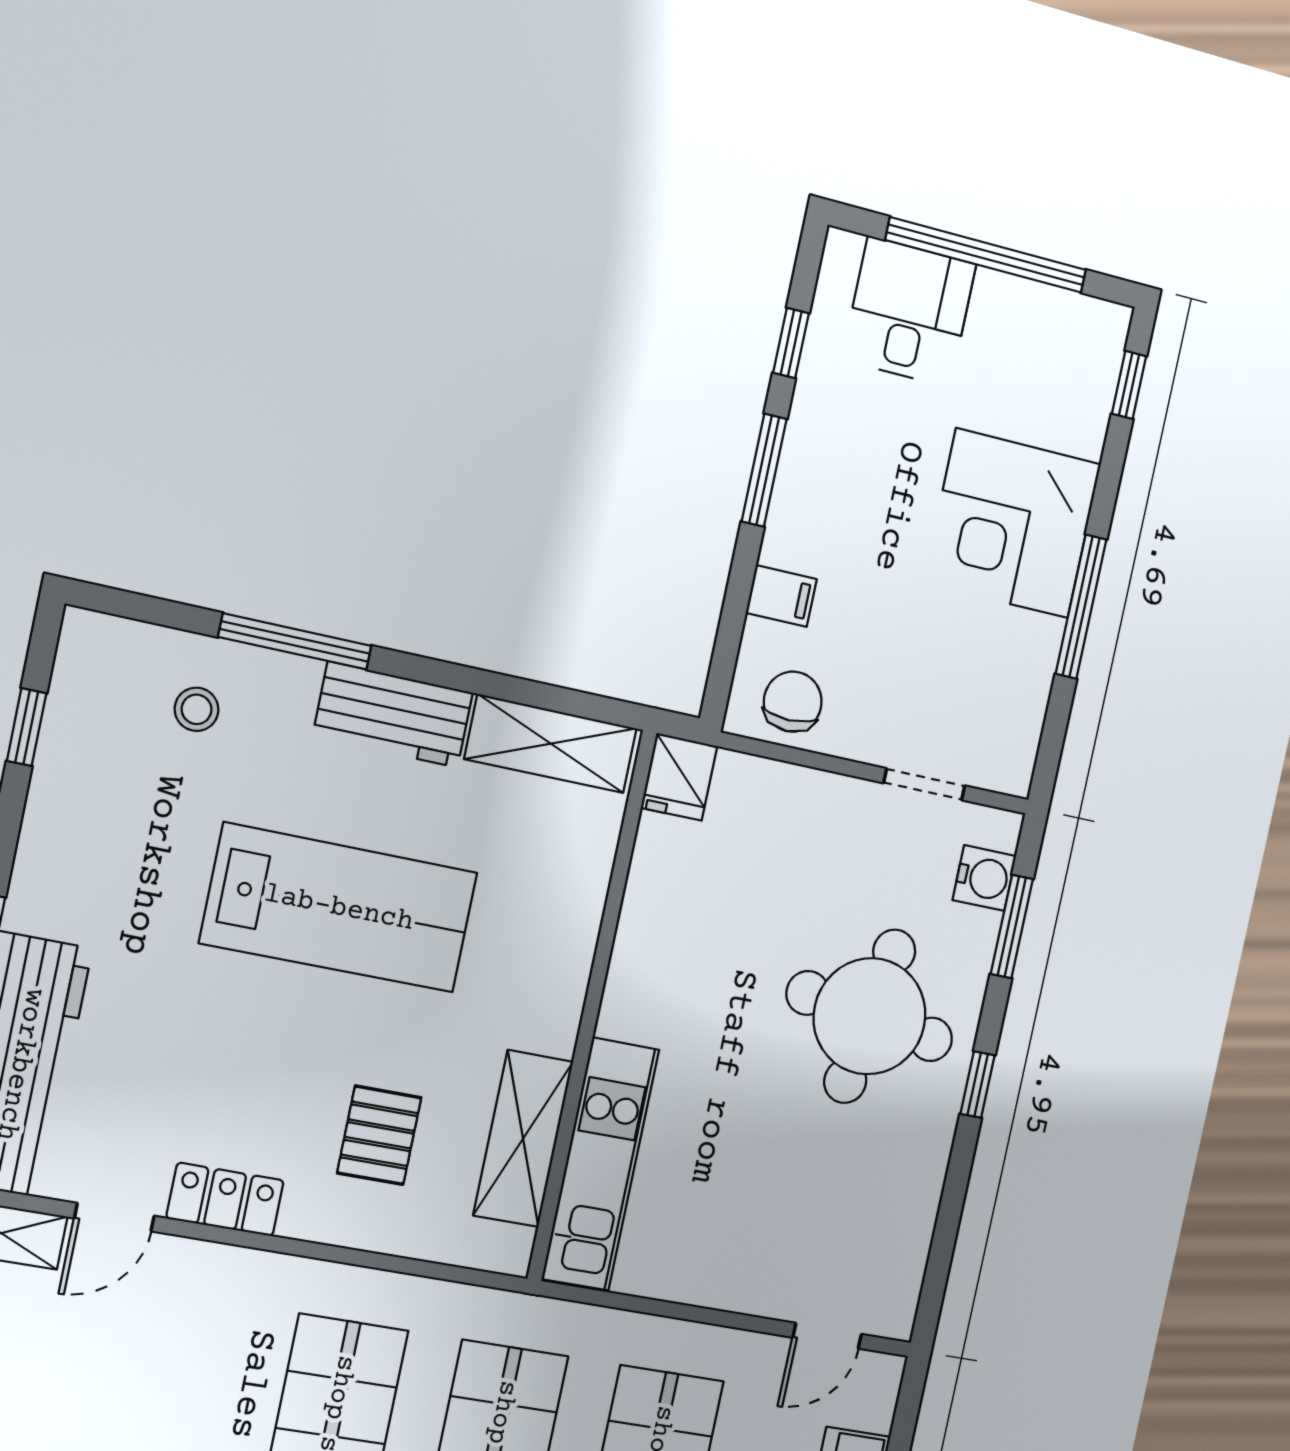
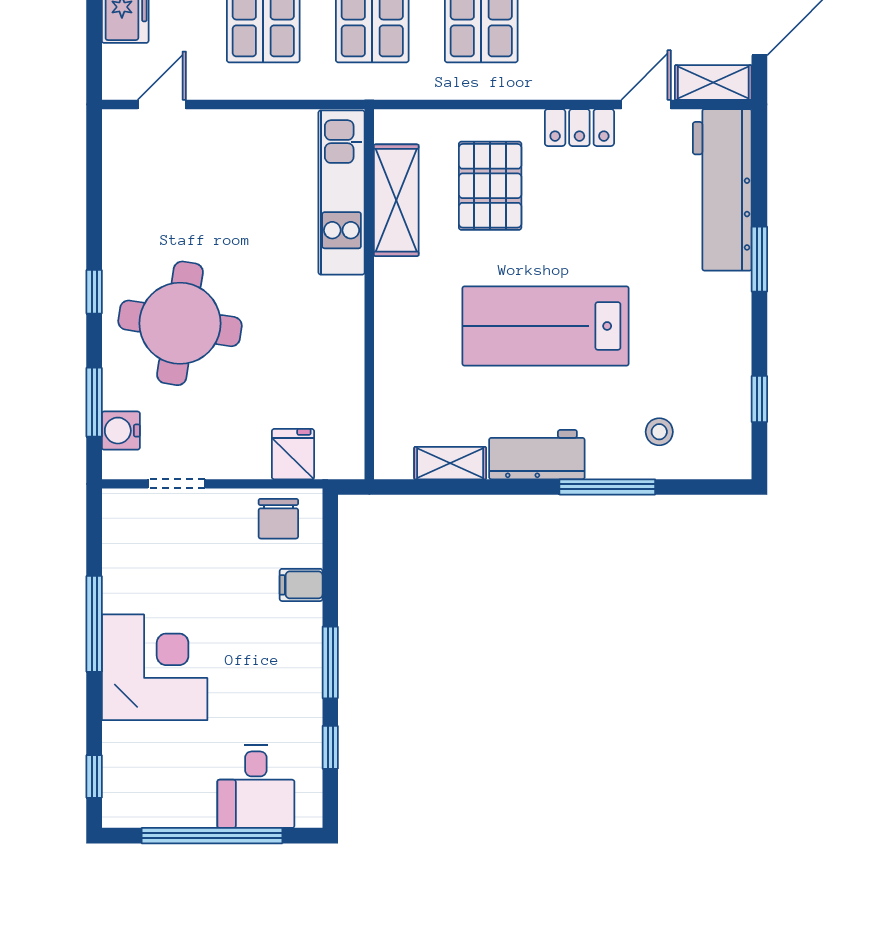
shelving: (551, 744) -> (450, 463), width x0.67, depth x0.75
fridge: (679, 777) -> (293, 454), moved
pallet: (379, 1135) -> (490, 186), width x1.50, depth x1.42

